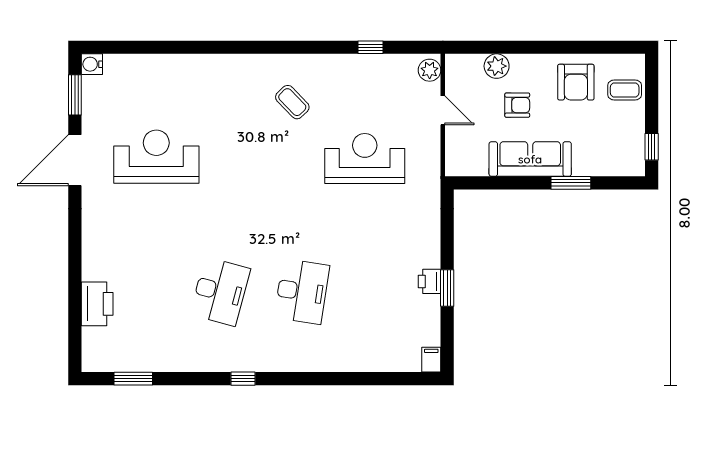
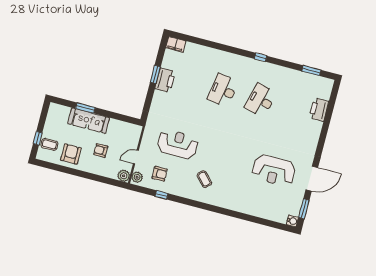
plant: (497, 66) -> (124, 176), moved
armchair: (386, 89) -> (160, 174), added
door: (443, 110) -> (136, 157), hinge flipped
window: (652, 147) -> (38, 138), moved
reception desk: (365, 158) -> (178, 144), turned 180
sofa: (530, 159) -> (89, 121), moved
printer: (430, 281) -> (165, 80), width x1.87, depth x1.48
filing cabinet: (431, 360) -> (176, 44), width x2.00

